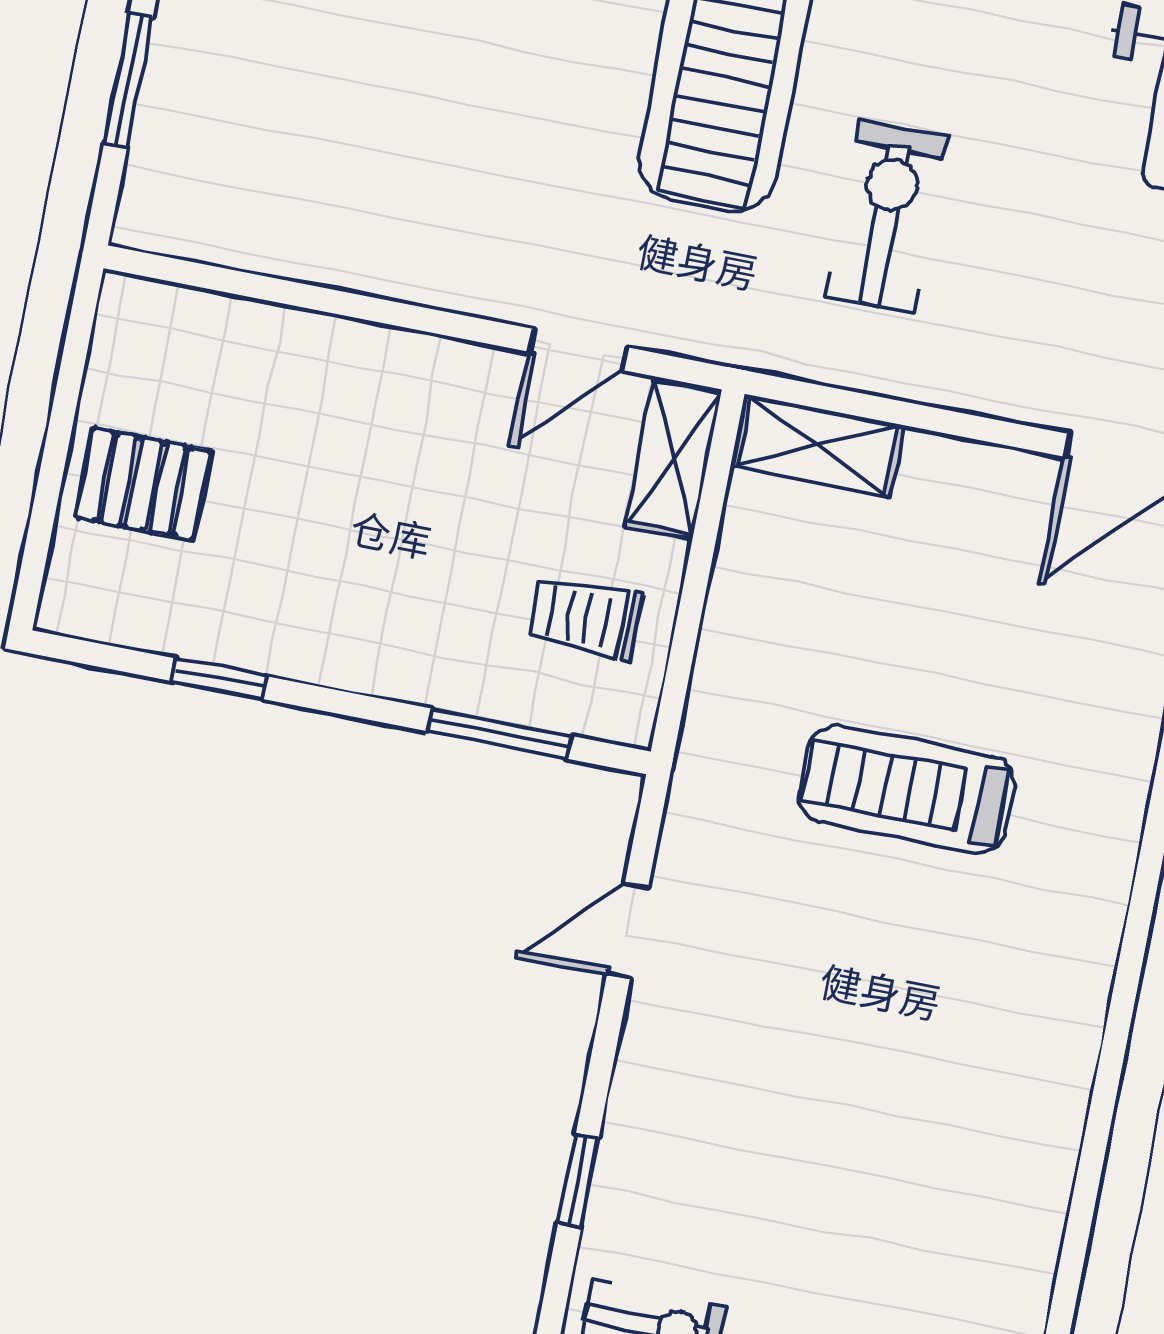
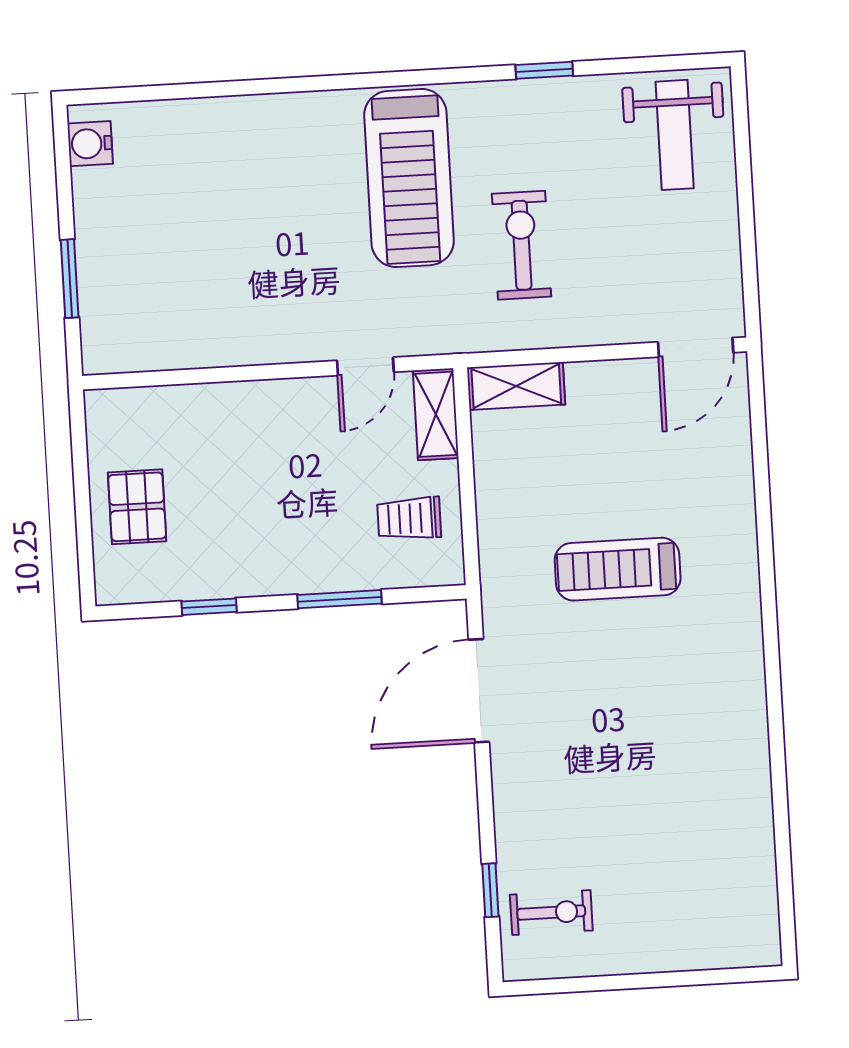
pallet: (143, 484) -> (137, 507), turned 90
window: (499, 734) -> (340, 599), moved
door: (627, 931) -> (479, 691), width x1.88
window: (578, 1181) -> (490, 890), moved

